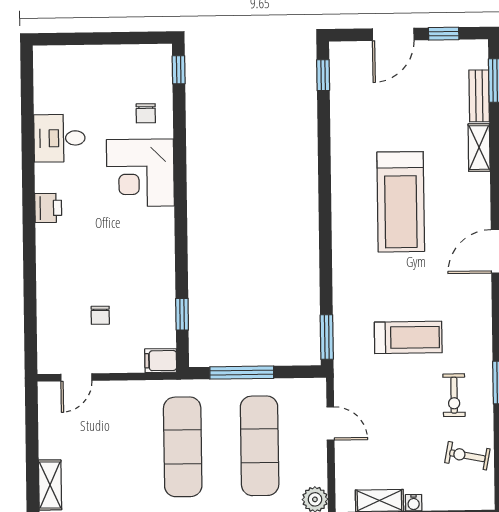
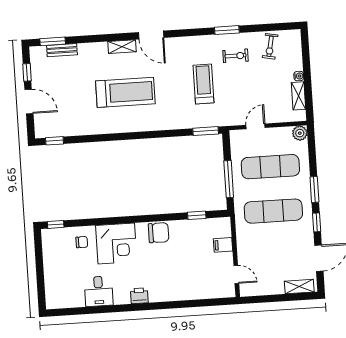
shelving: (479, 148) -> (122, 47), moved
chair: (100, 315) -> (159, 233), moved, width x1.87, depth x1.87
filing cabinet: (161, 361) -> (223, 245), moved, turned 90

